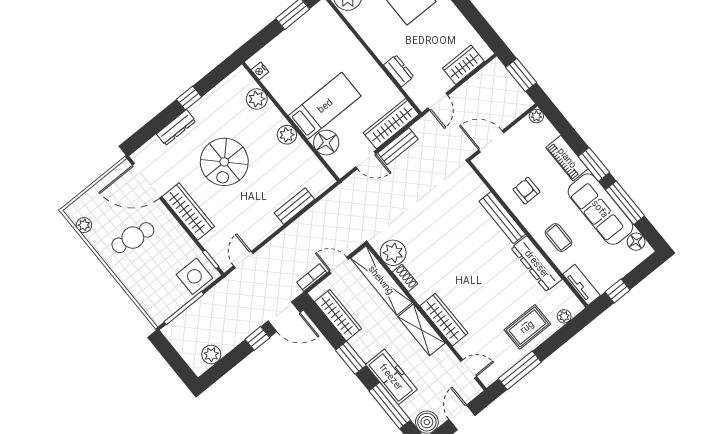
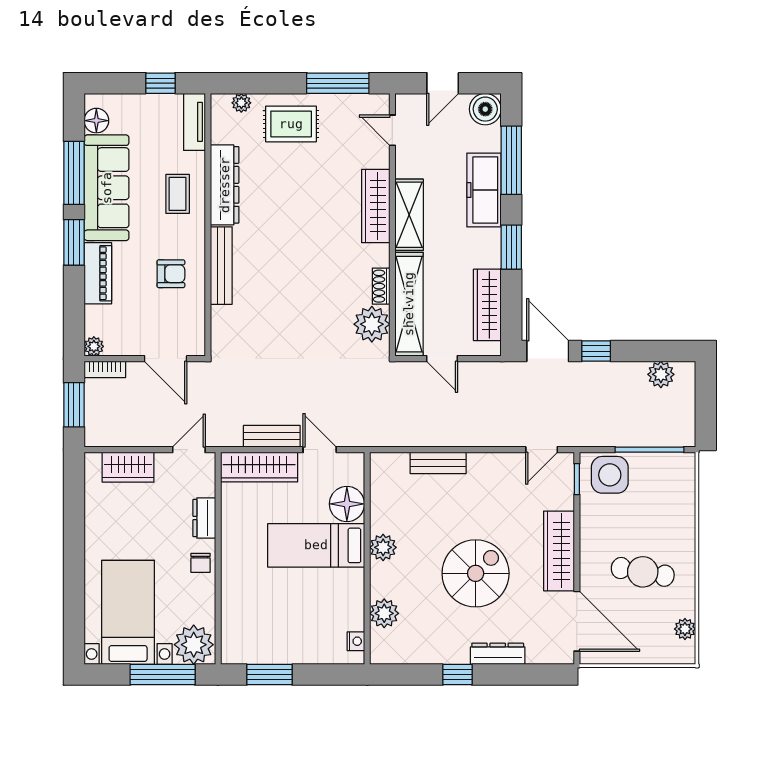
chair: (381, 44) -> (200, 563), added
armchair: (526, 191) -> (171, 274), turned -90
bookcase: (312, 277) -> (105, 369), moved

